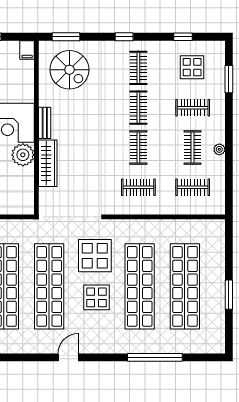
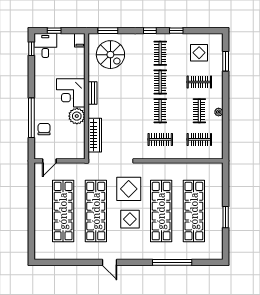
window: (183, 37) -> (176, 31), moved
wardrobe: (48, 163) -> (95, 135), moved
door: (68, 357) -> (109, 262), swing flipped

